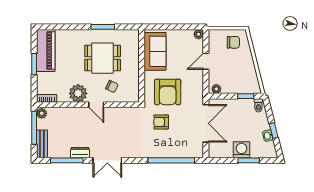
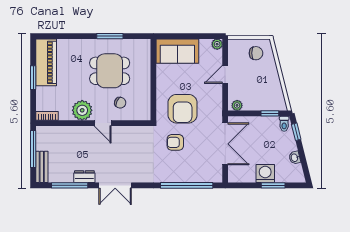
sofa: (155, 51) -> (177, 51), moved, turned 90
plant: (42, 113) -> (42, 133), removed
window: (274, 131) -> (296, 132), moved

